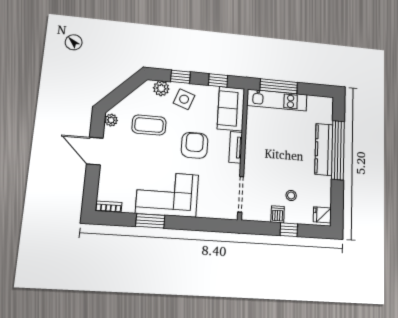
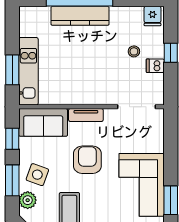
window: (180, 77) -> (12, 180), width x1.50
window: (279, 86) -> (12, 70), width x0.69
armchair: (195, 145) -> (87, 160), turned 90

